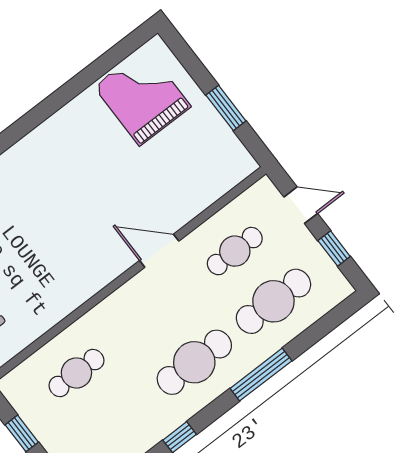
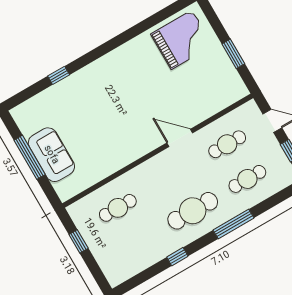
grand piano: (142, 97) -> (182, 40), turned 90
cafe table: (273, 301) -> (247, 179), width x0.73, depth x0.74

